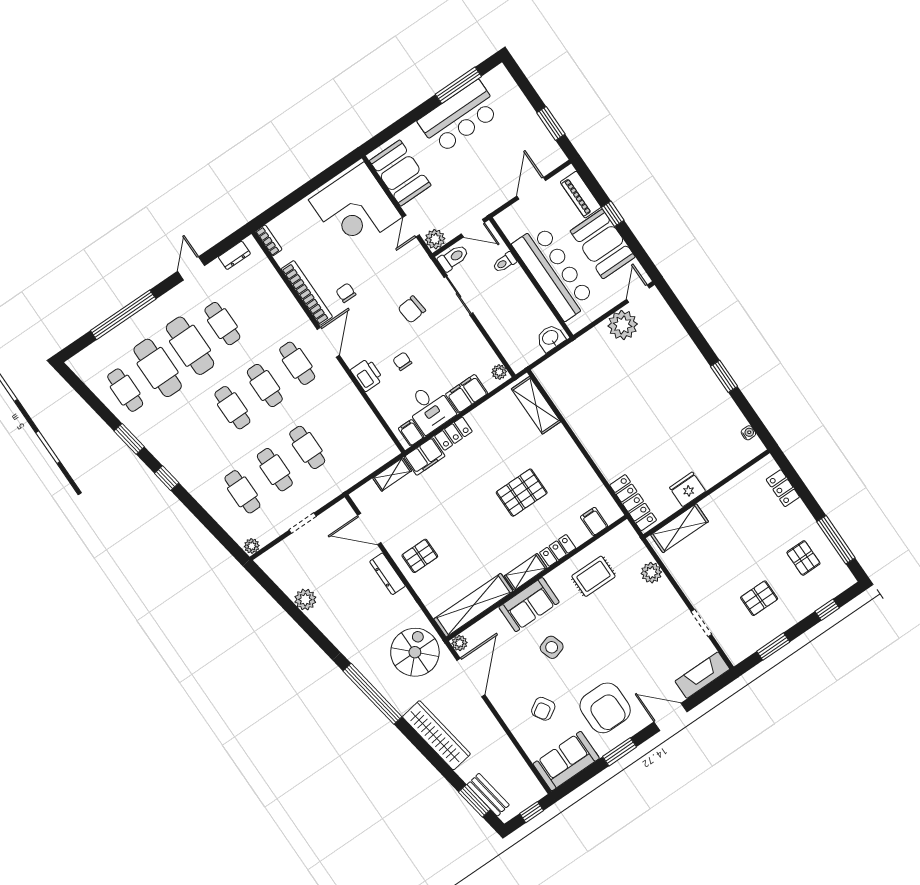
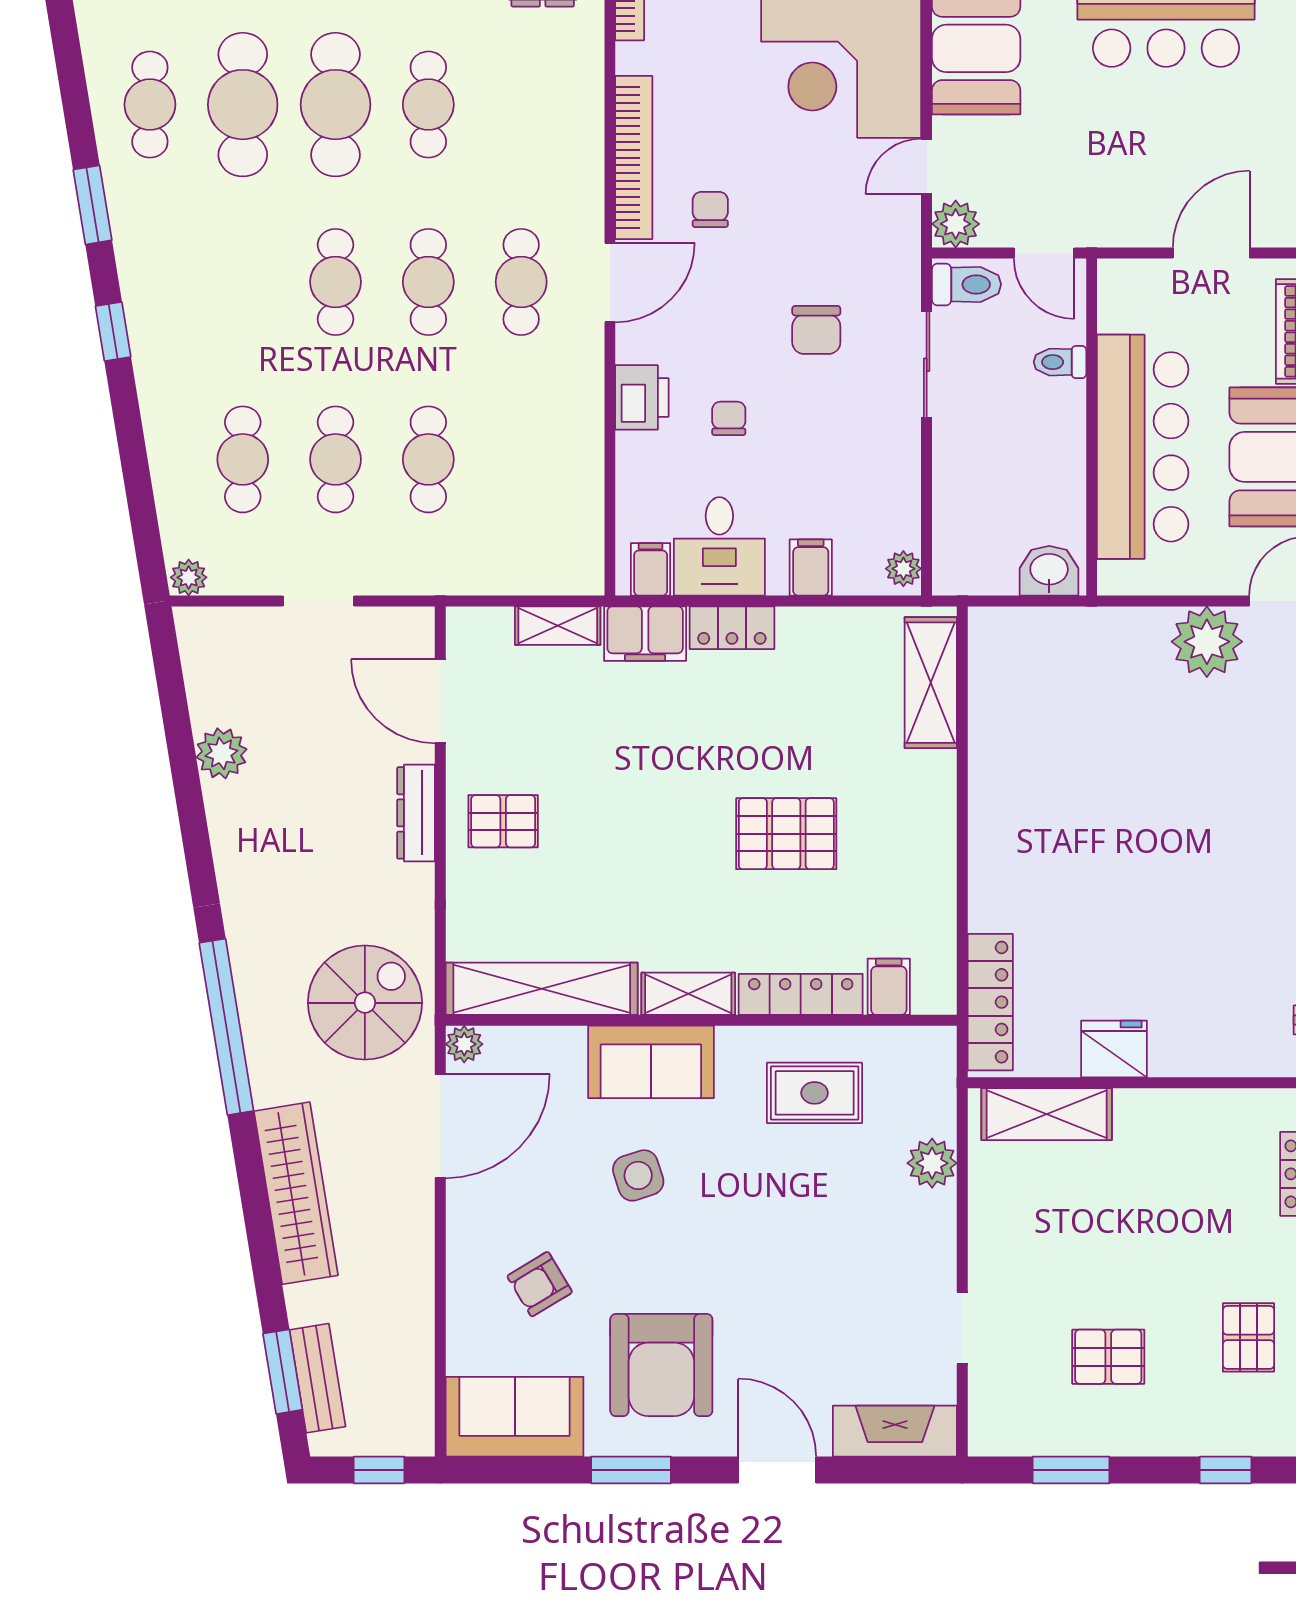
chair: (412, 309) -> (816, 330), turned -84
filing cabinet: (467, 394) -> (811, 567), width x0.50
locker: (558, 550) -> (801, 994), width x1.53

